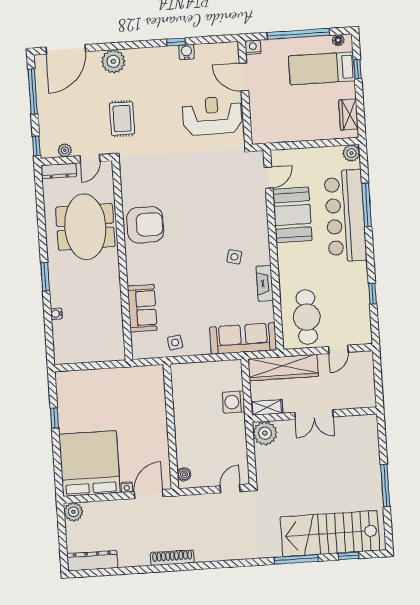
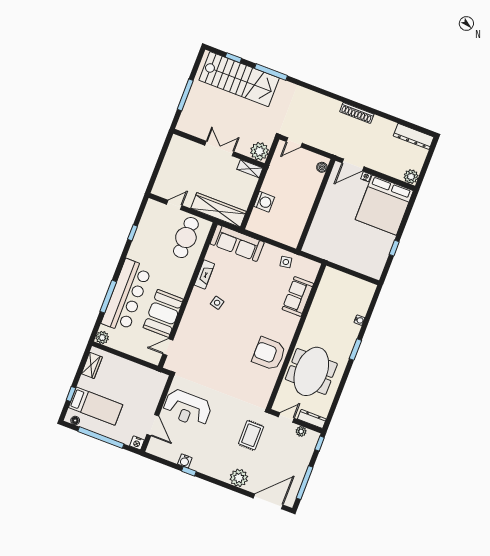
shelving: (267, 407) -> (250, 169), moved
double door: (314, 415) -> (219, 149), moved
wall: (314, 415) -> (219, 148), moved
plant: (265, 433) -> (259, 151), moved

